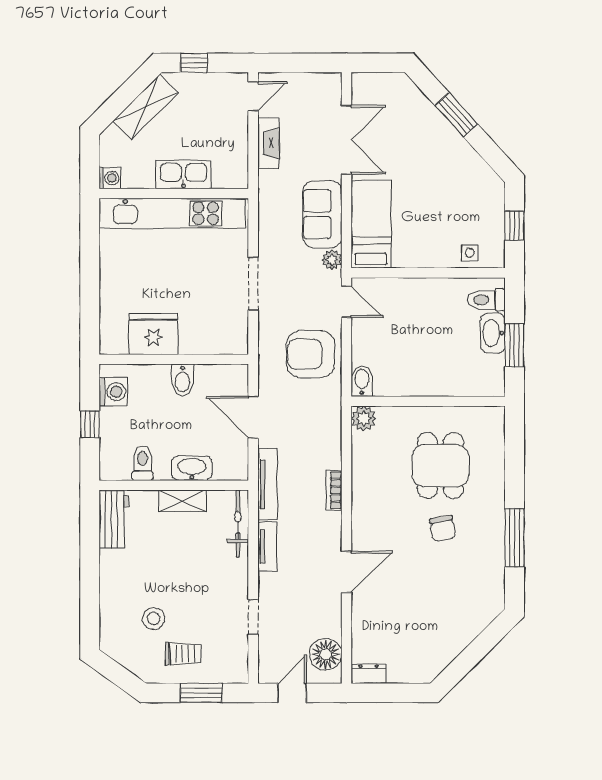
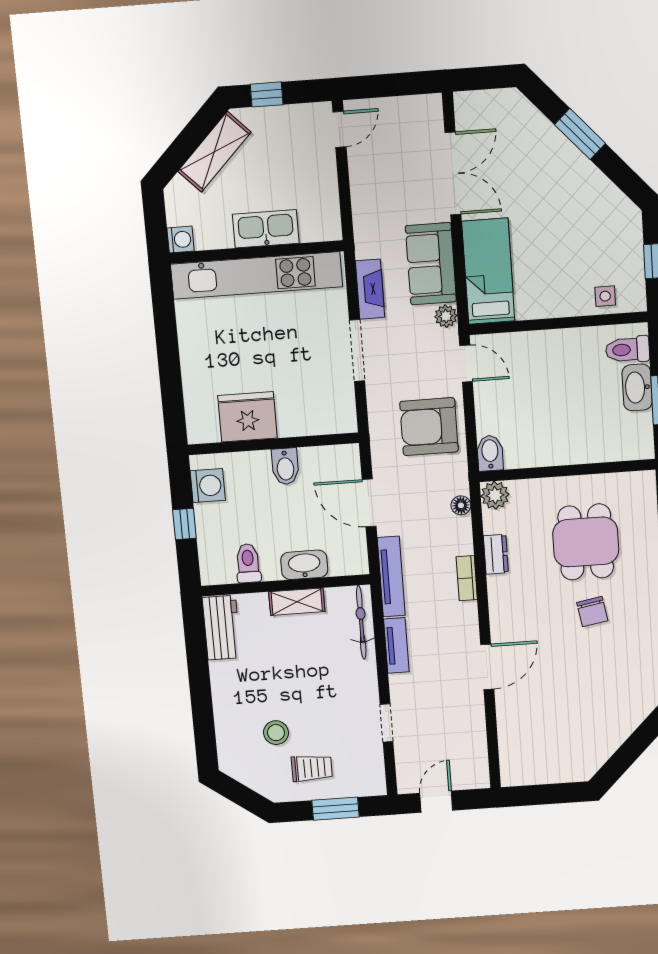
fireplace: (269, 143) -> (370, 289), moved
floor lamp: (326, 654) -> (461, 505), moved, width x0.53, depth x0.53
dresser: (369, 674) -> (496, 554), moved, turned 90

